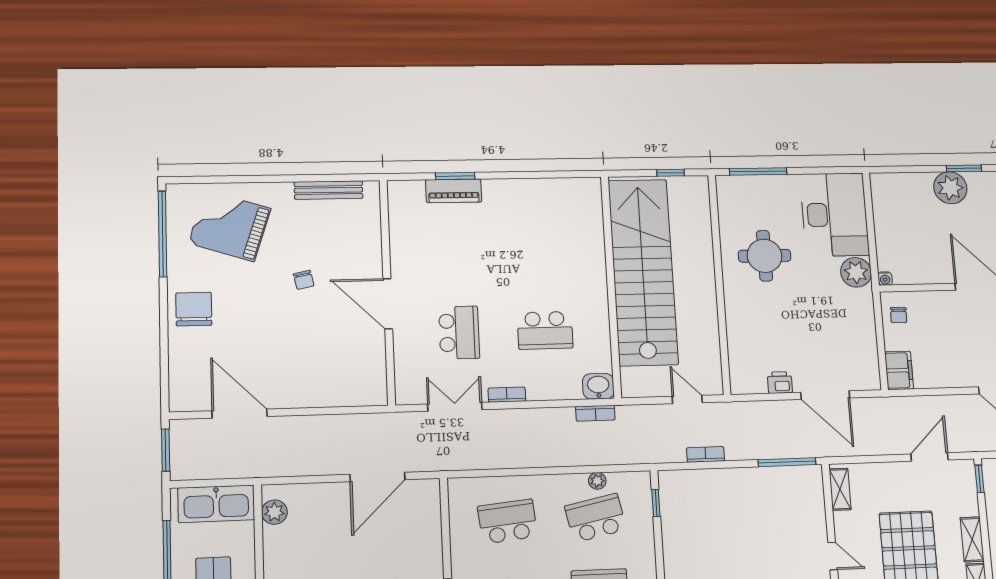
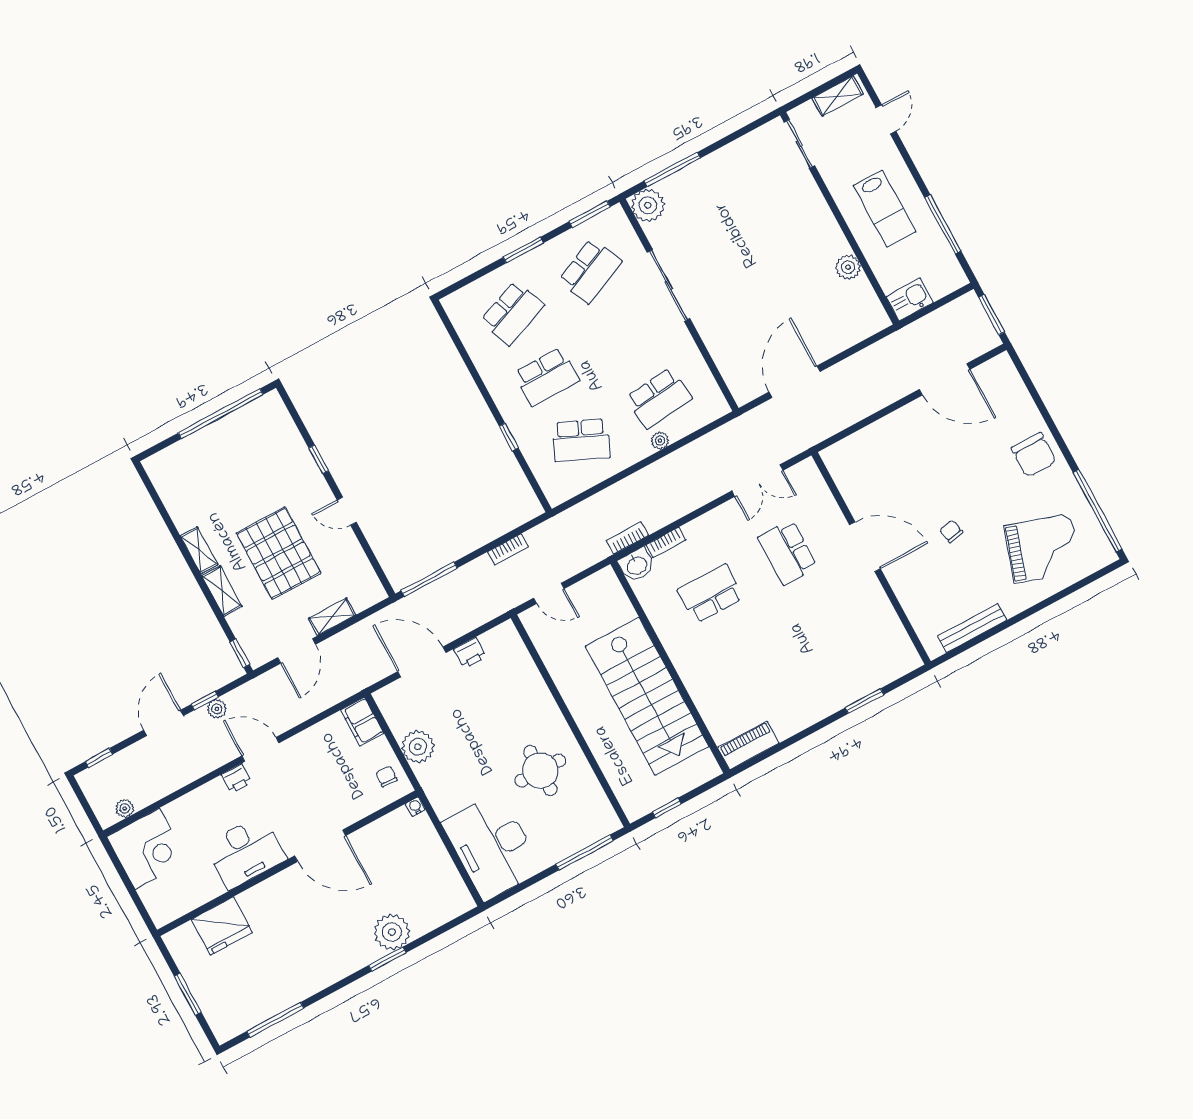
piano: (454, 191) -> (748, 745), moved
stairs: (643, 272) -> (647, 696), width x0.73
plant: (856, 272) -> (418, 747), moved
bookcase: (507, 395) -> (666, 543), moved
plant: (597, 481) -> (660, 441), moved
shelving: (840, 489) -> (332, 617), moved, turned 90
window: (656, 503) -> (509, 437), moved
kitchen sink: (216, 504) -> (910, 299), width x0.53, depth x0.81
plant: (274, 512) -> (848, 267), moved
school desk: (596, 518) -> (581, 440), turned 36

